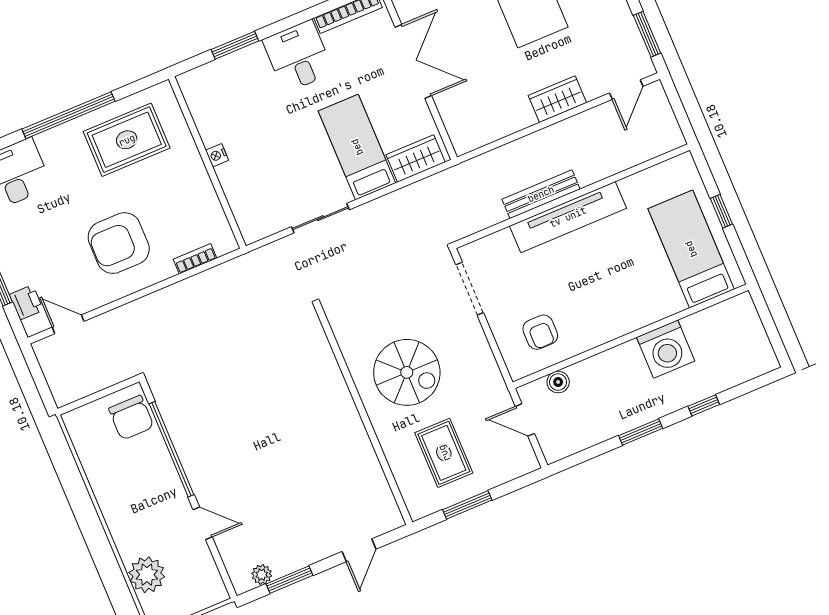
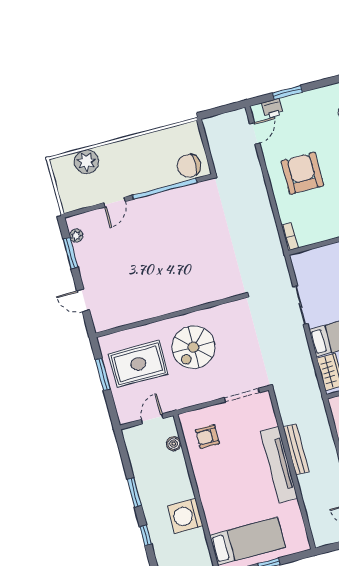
bookcase: (195, 259) -> (290, 237), moved
rug: (444, 453) -> (138, 364), width x1.36, depth x1.43

